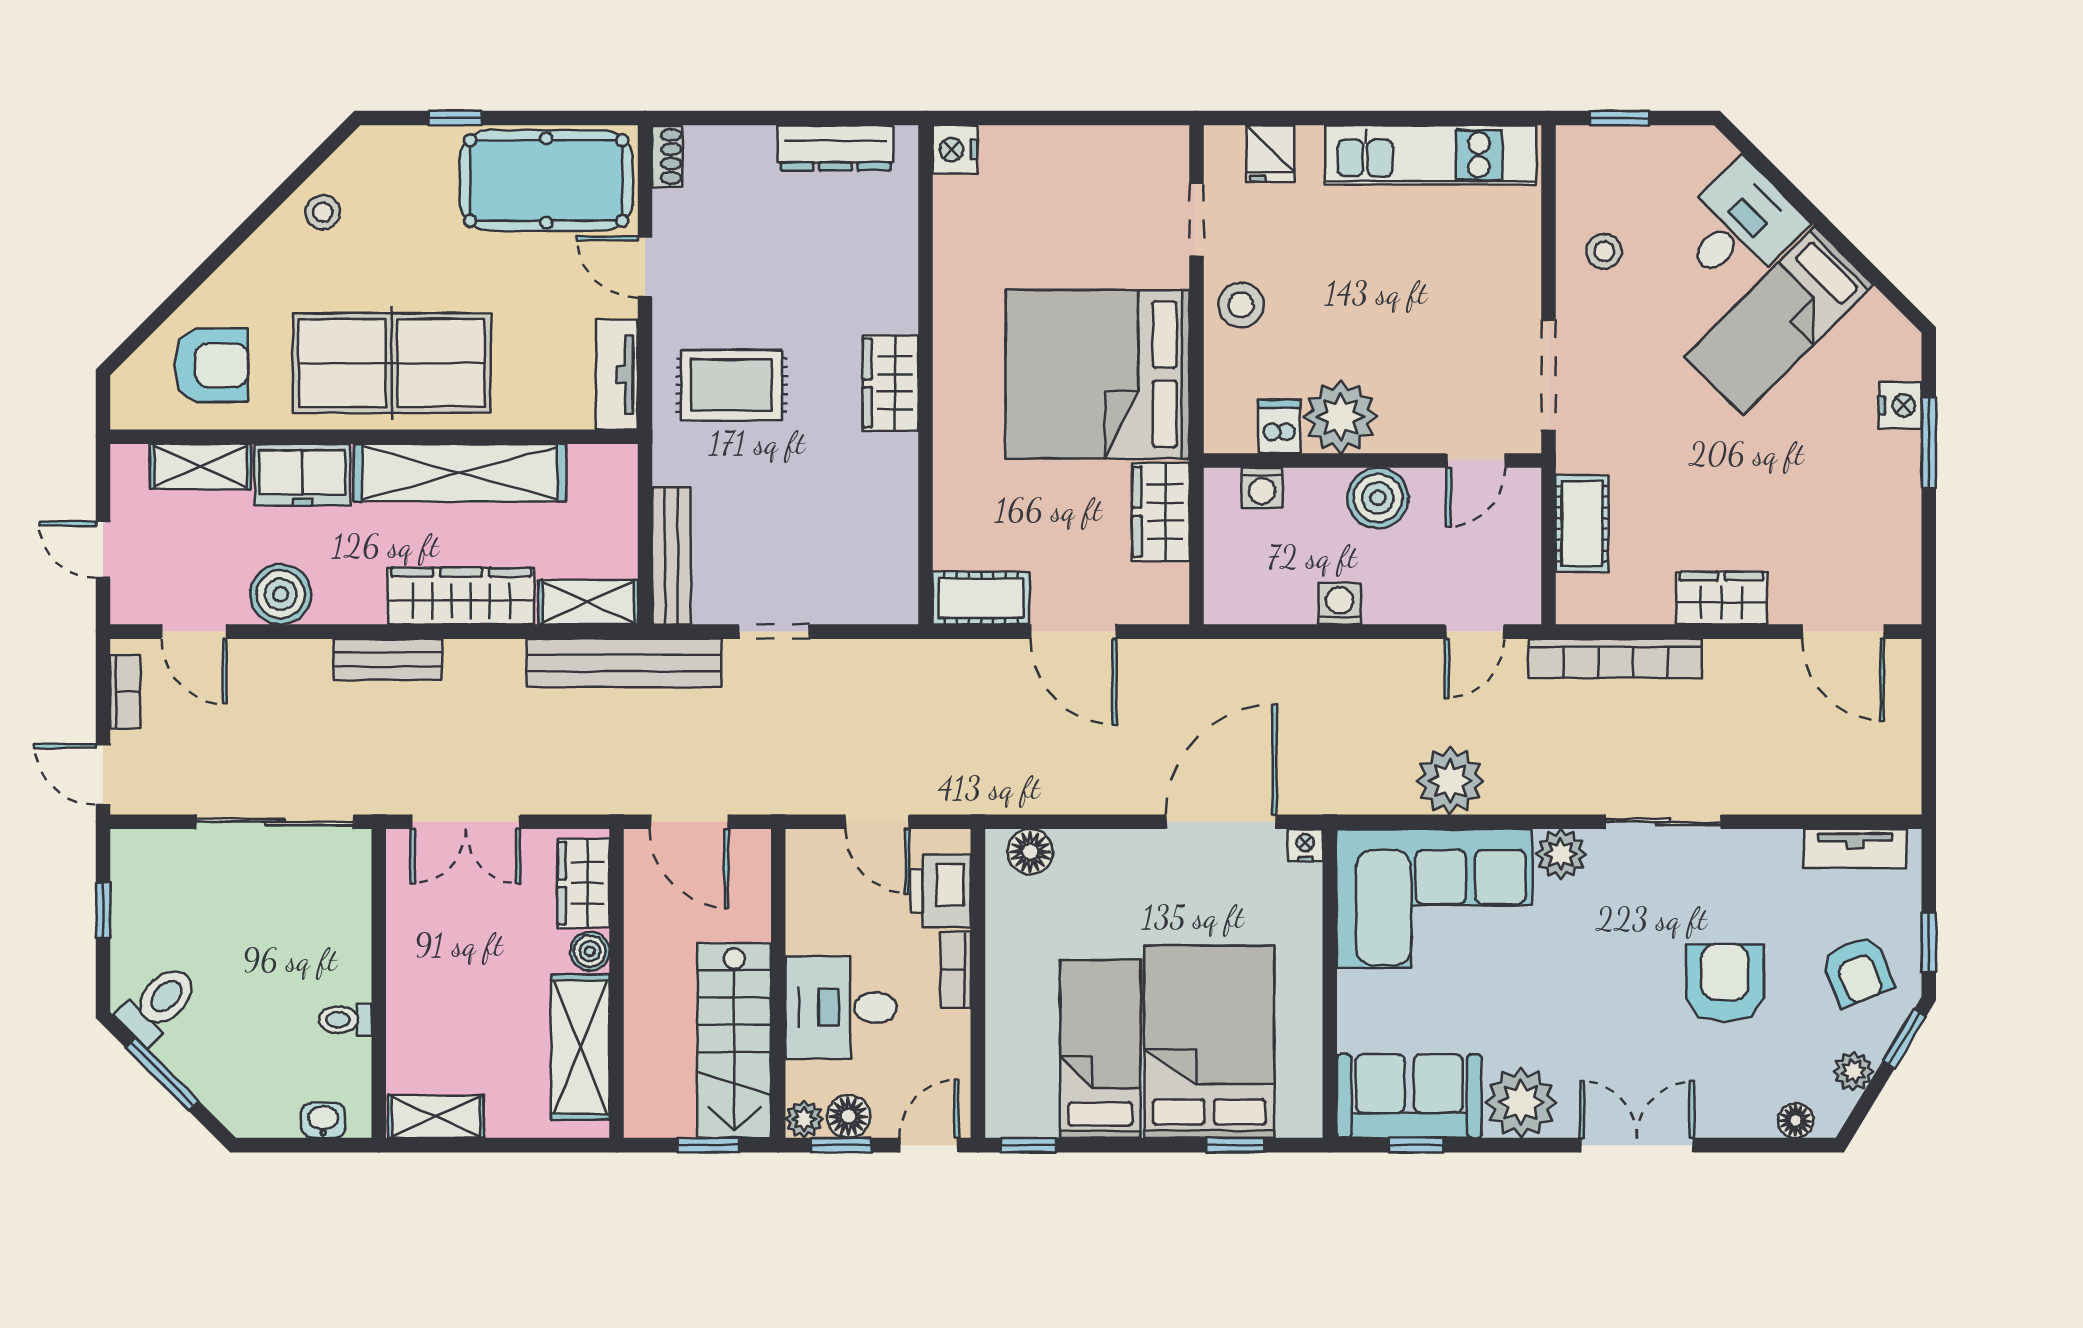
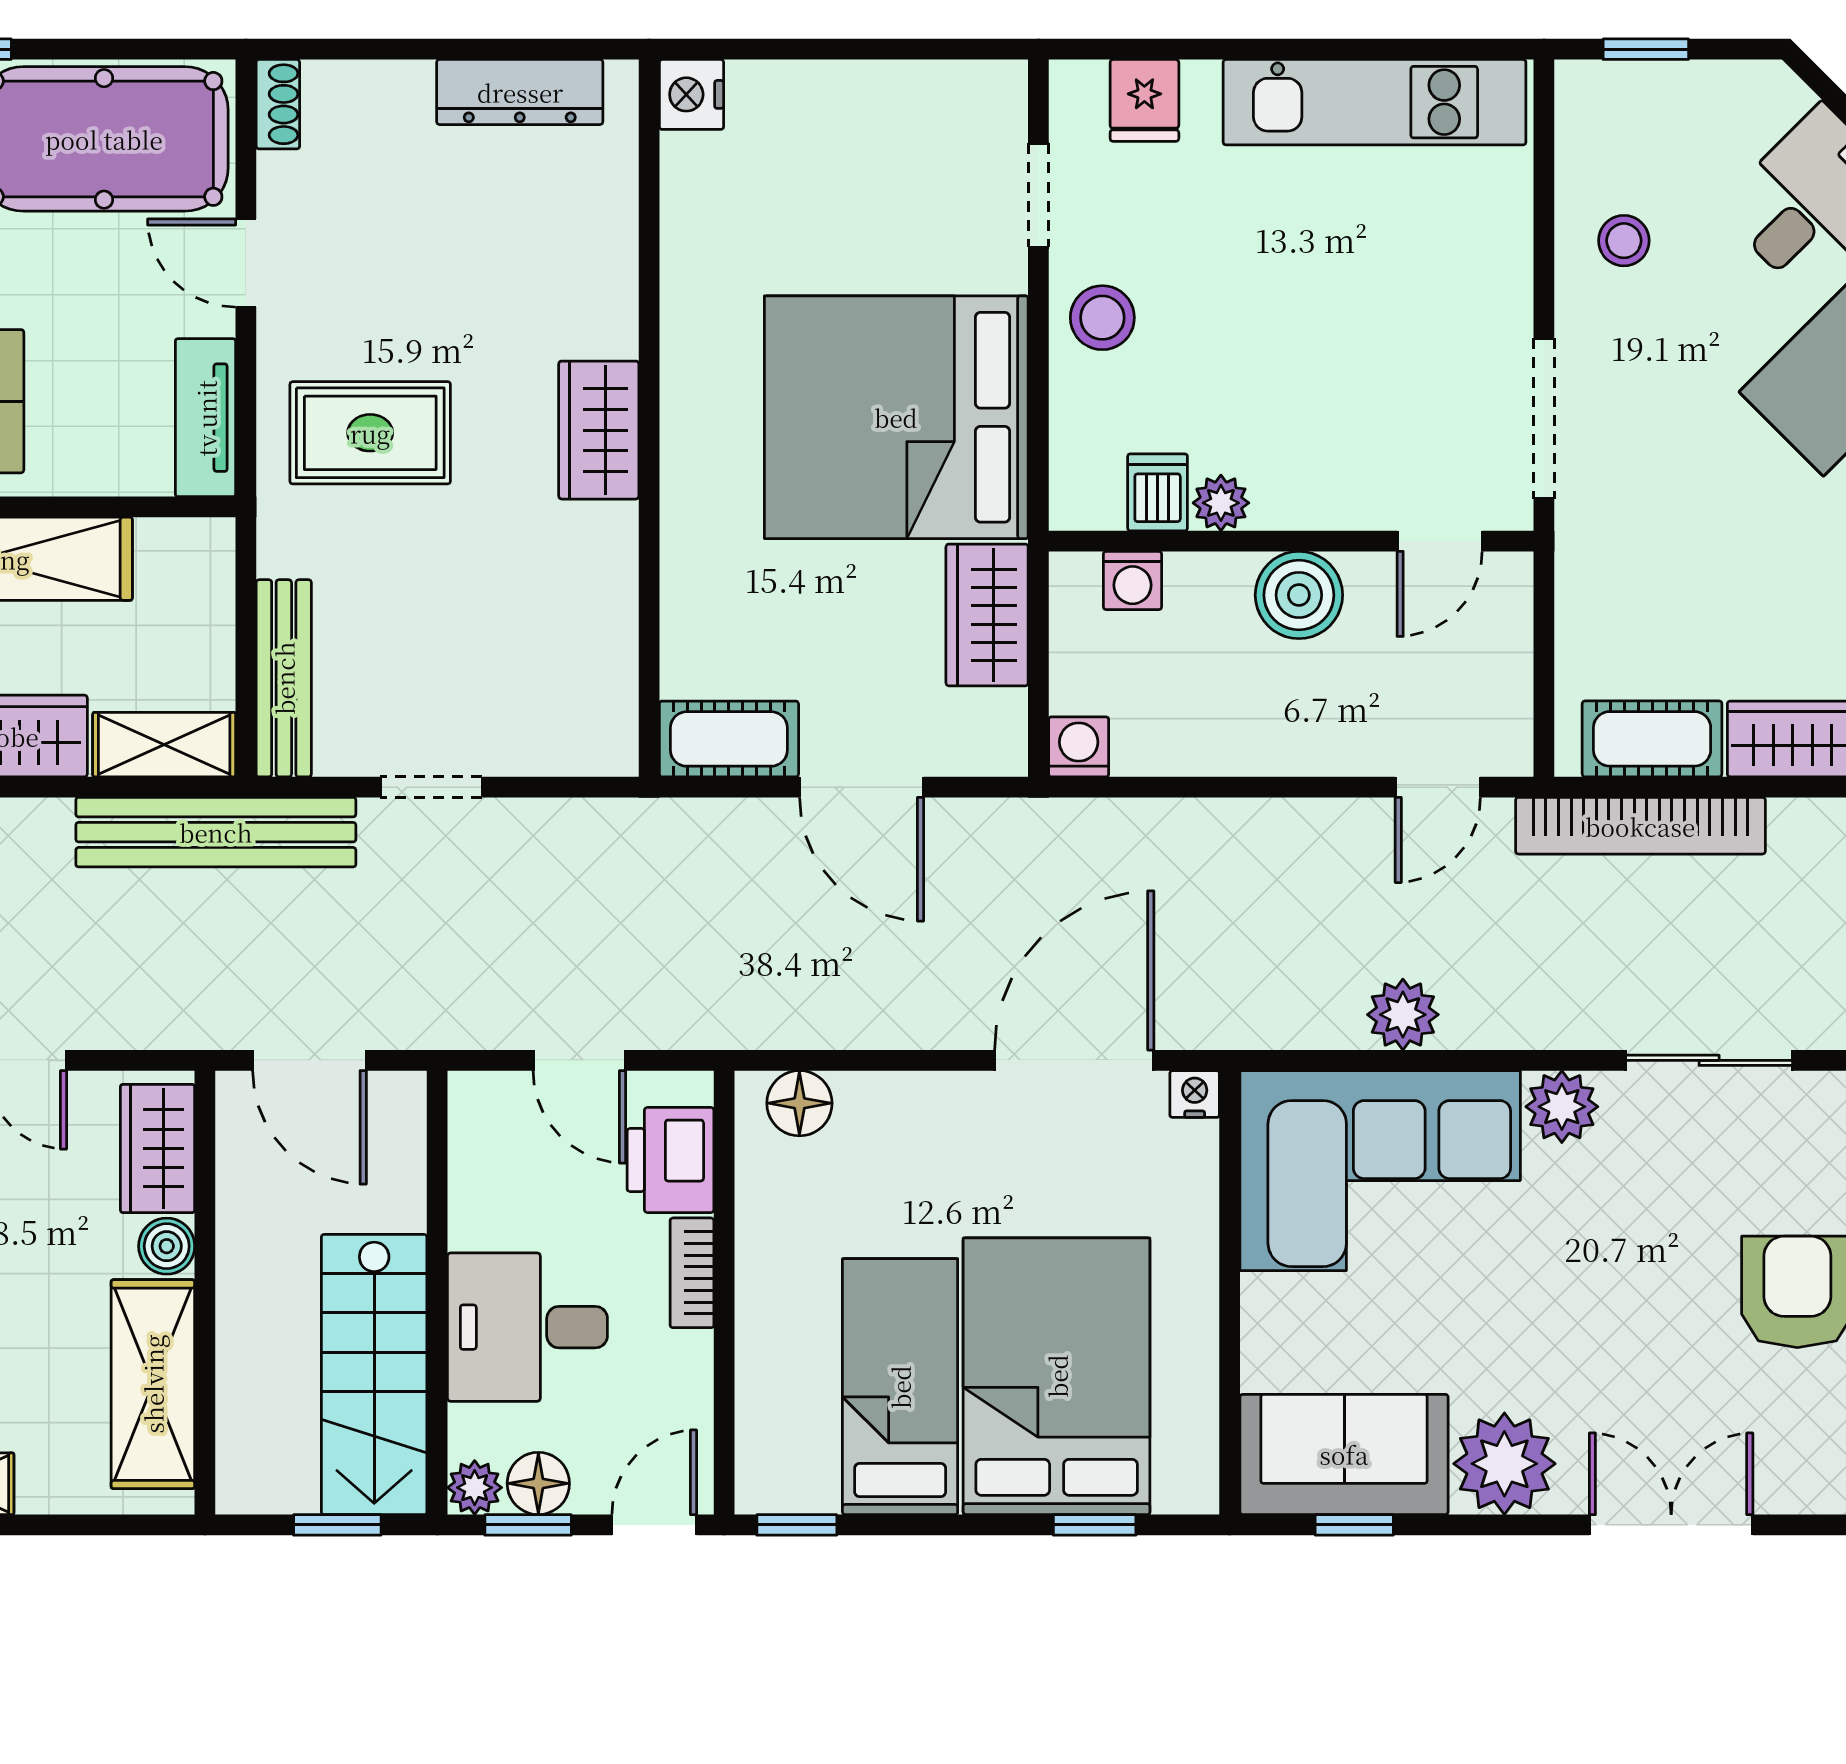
plant: (1341, 417) -> (1221, 503), width x0.53, depth x0.53
cot: (1582, 524) -> (1652, 739), moved, turned 90
washing machine: (1340, 604) -> (1079, 747), moved
plant: (1450, 781) -> (1403, 1015), width x0.73, depth x0.73

